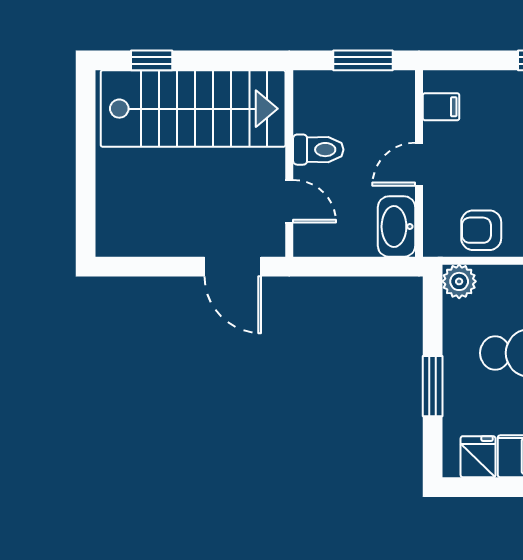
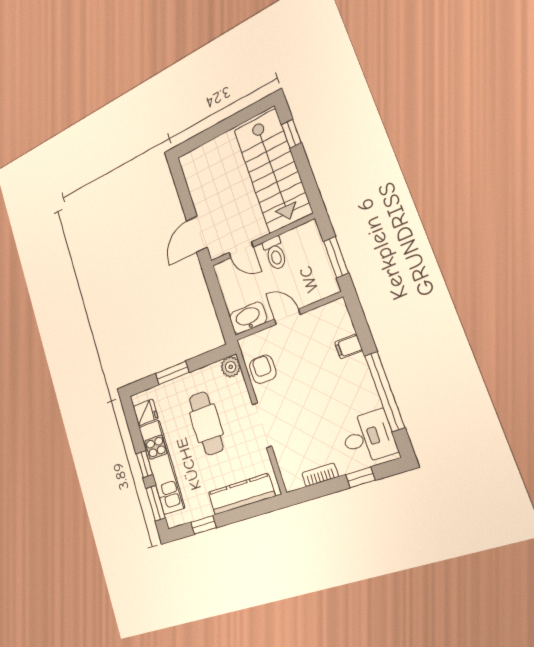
filing cabinet: (441, 107) -> (349, 346), moved, turned 90
door: (289, 201) -> (241, 250), hinge flipped

